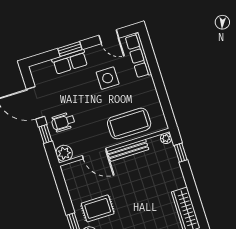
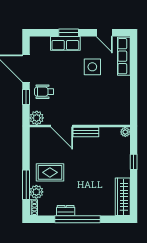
coffee table: (129, 124) -> (98, 110), removed
bench: (128, 150) -> (86, 132), width x0.73
window: (181, 153) -> (134, 162), moved

